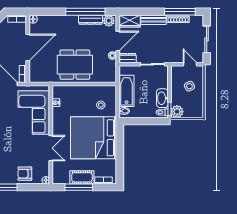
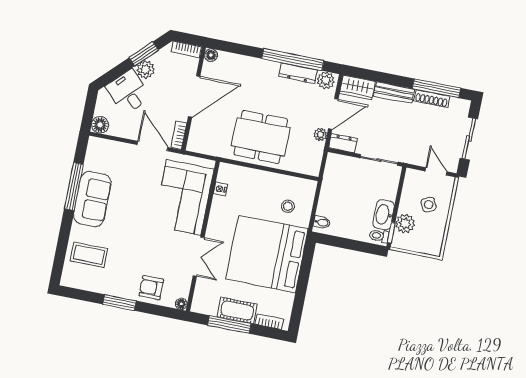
bathtub: (127, 91) -> (331, 193), removed
plant: (177, 112) -> (405, 224), moved

